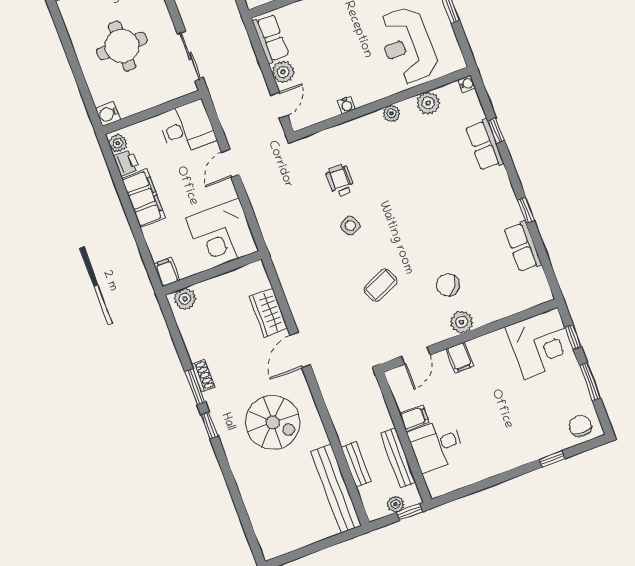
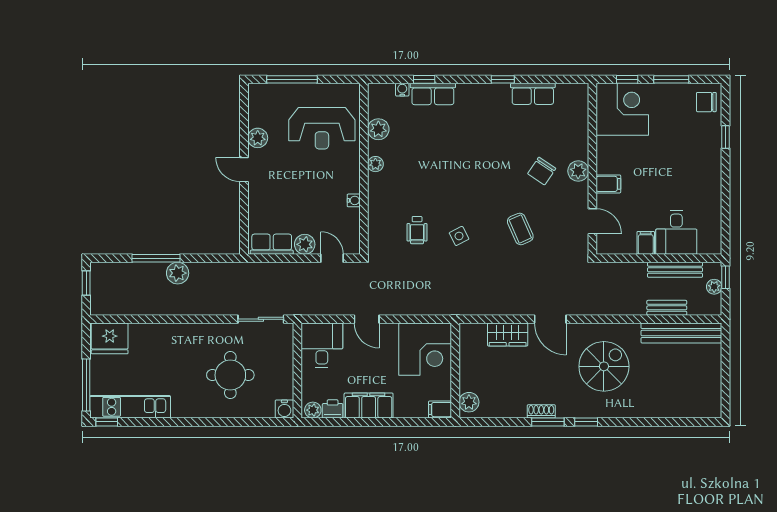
water cooler: (467, 84) -> (402, 90), moved
wheelchair: (340, 181) -> (417, 230), turned -90

